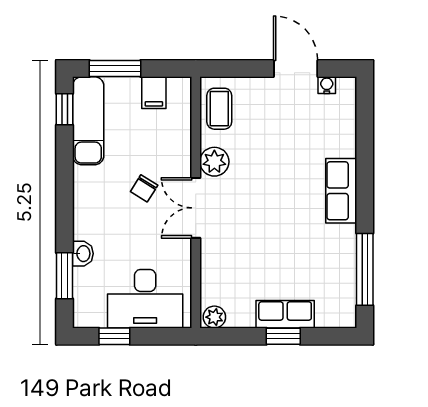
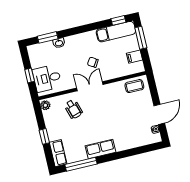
plant: (214, 162) -> (111, 89), removed
row of seats: (341, 191) -> (100, 149), moved
wheelchair: (238, 257) -> (73, 109), added
desk: (145, 299) -> (47, 78), width x0.73
row of seats: (285, 314) -> (58, 153), moved
window: (114, 336) -> (30, 75), moved

